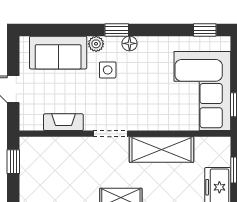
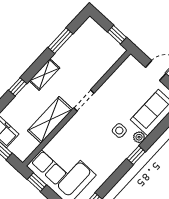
floor lamp: (130, 43) -> (123, 155), removed
fireplace: (63, 122) -> (113, 81), removed

